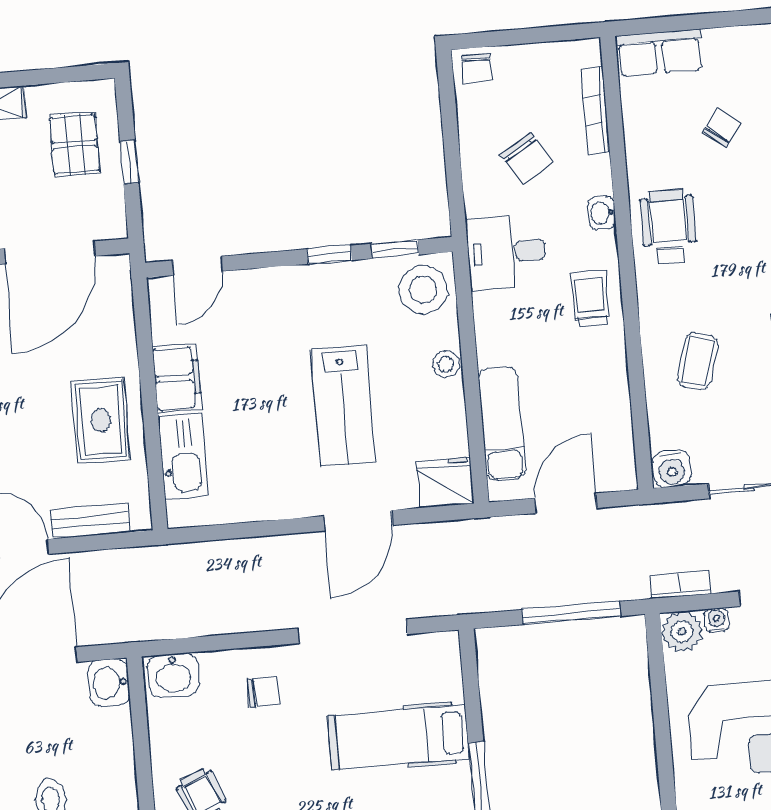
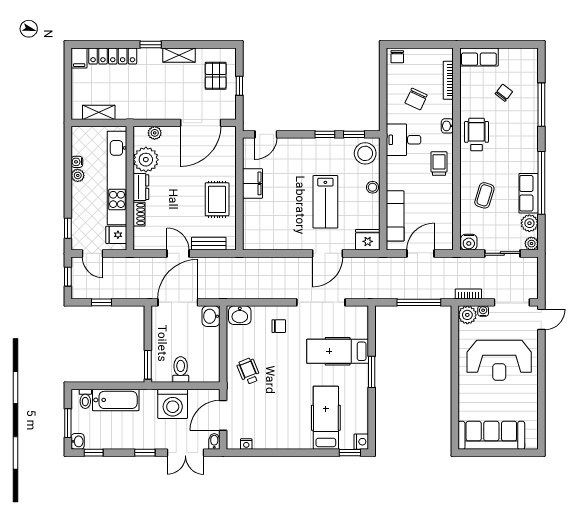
chair: (527, 159) -> (416, 99), turned 57
kitchen sink: (183, 456) -> (252, 218), removed

